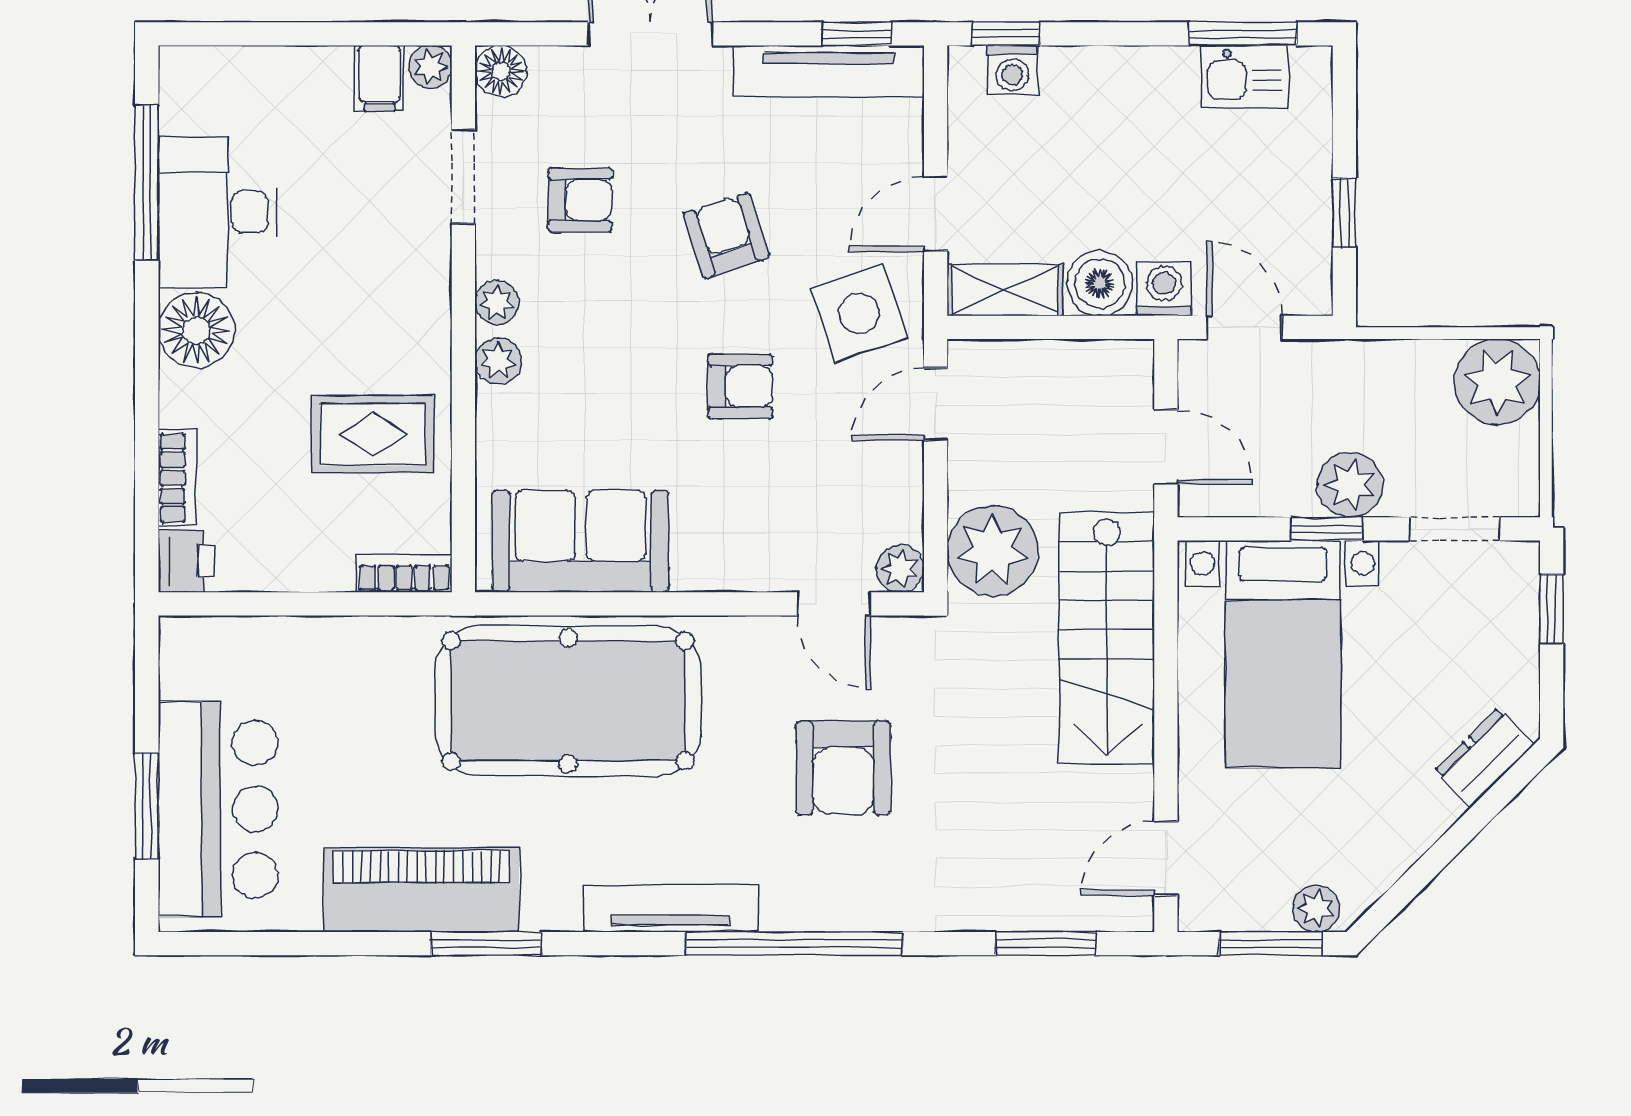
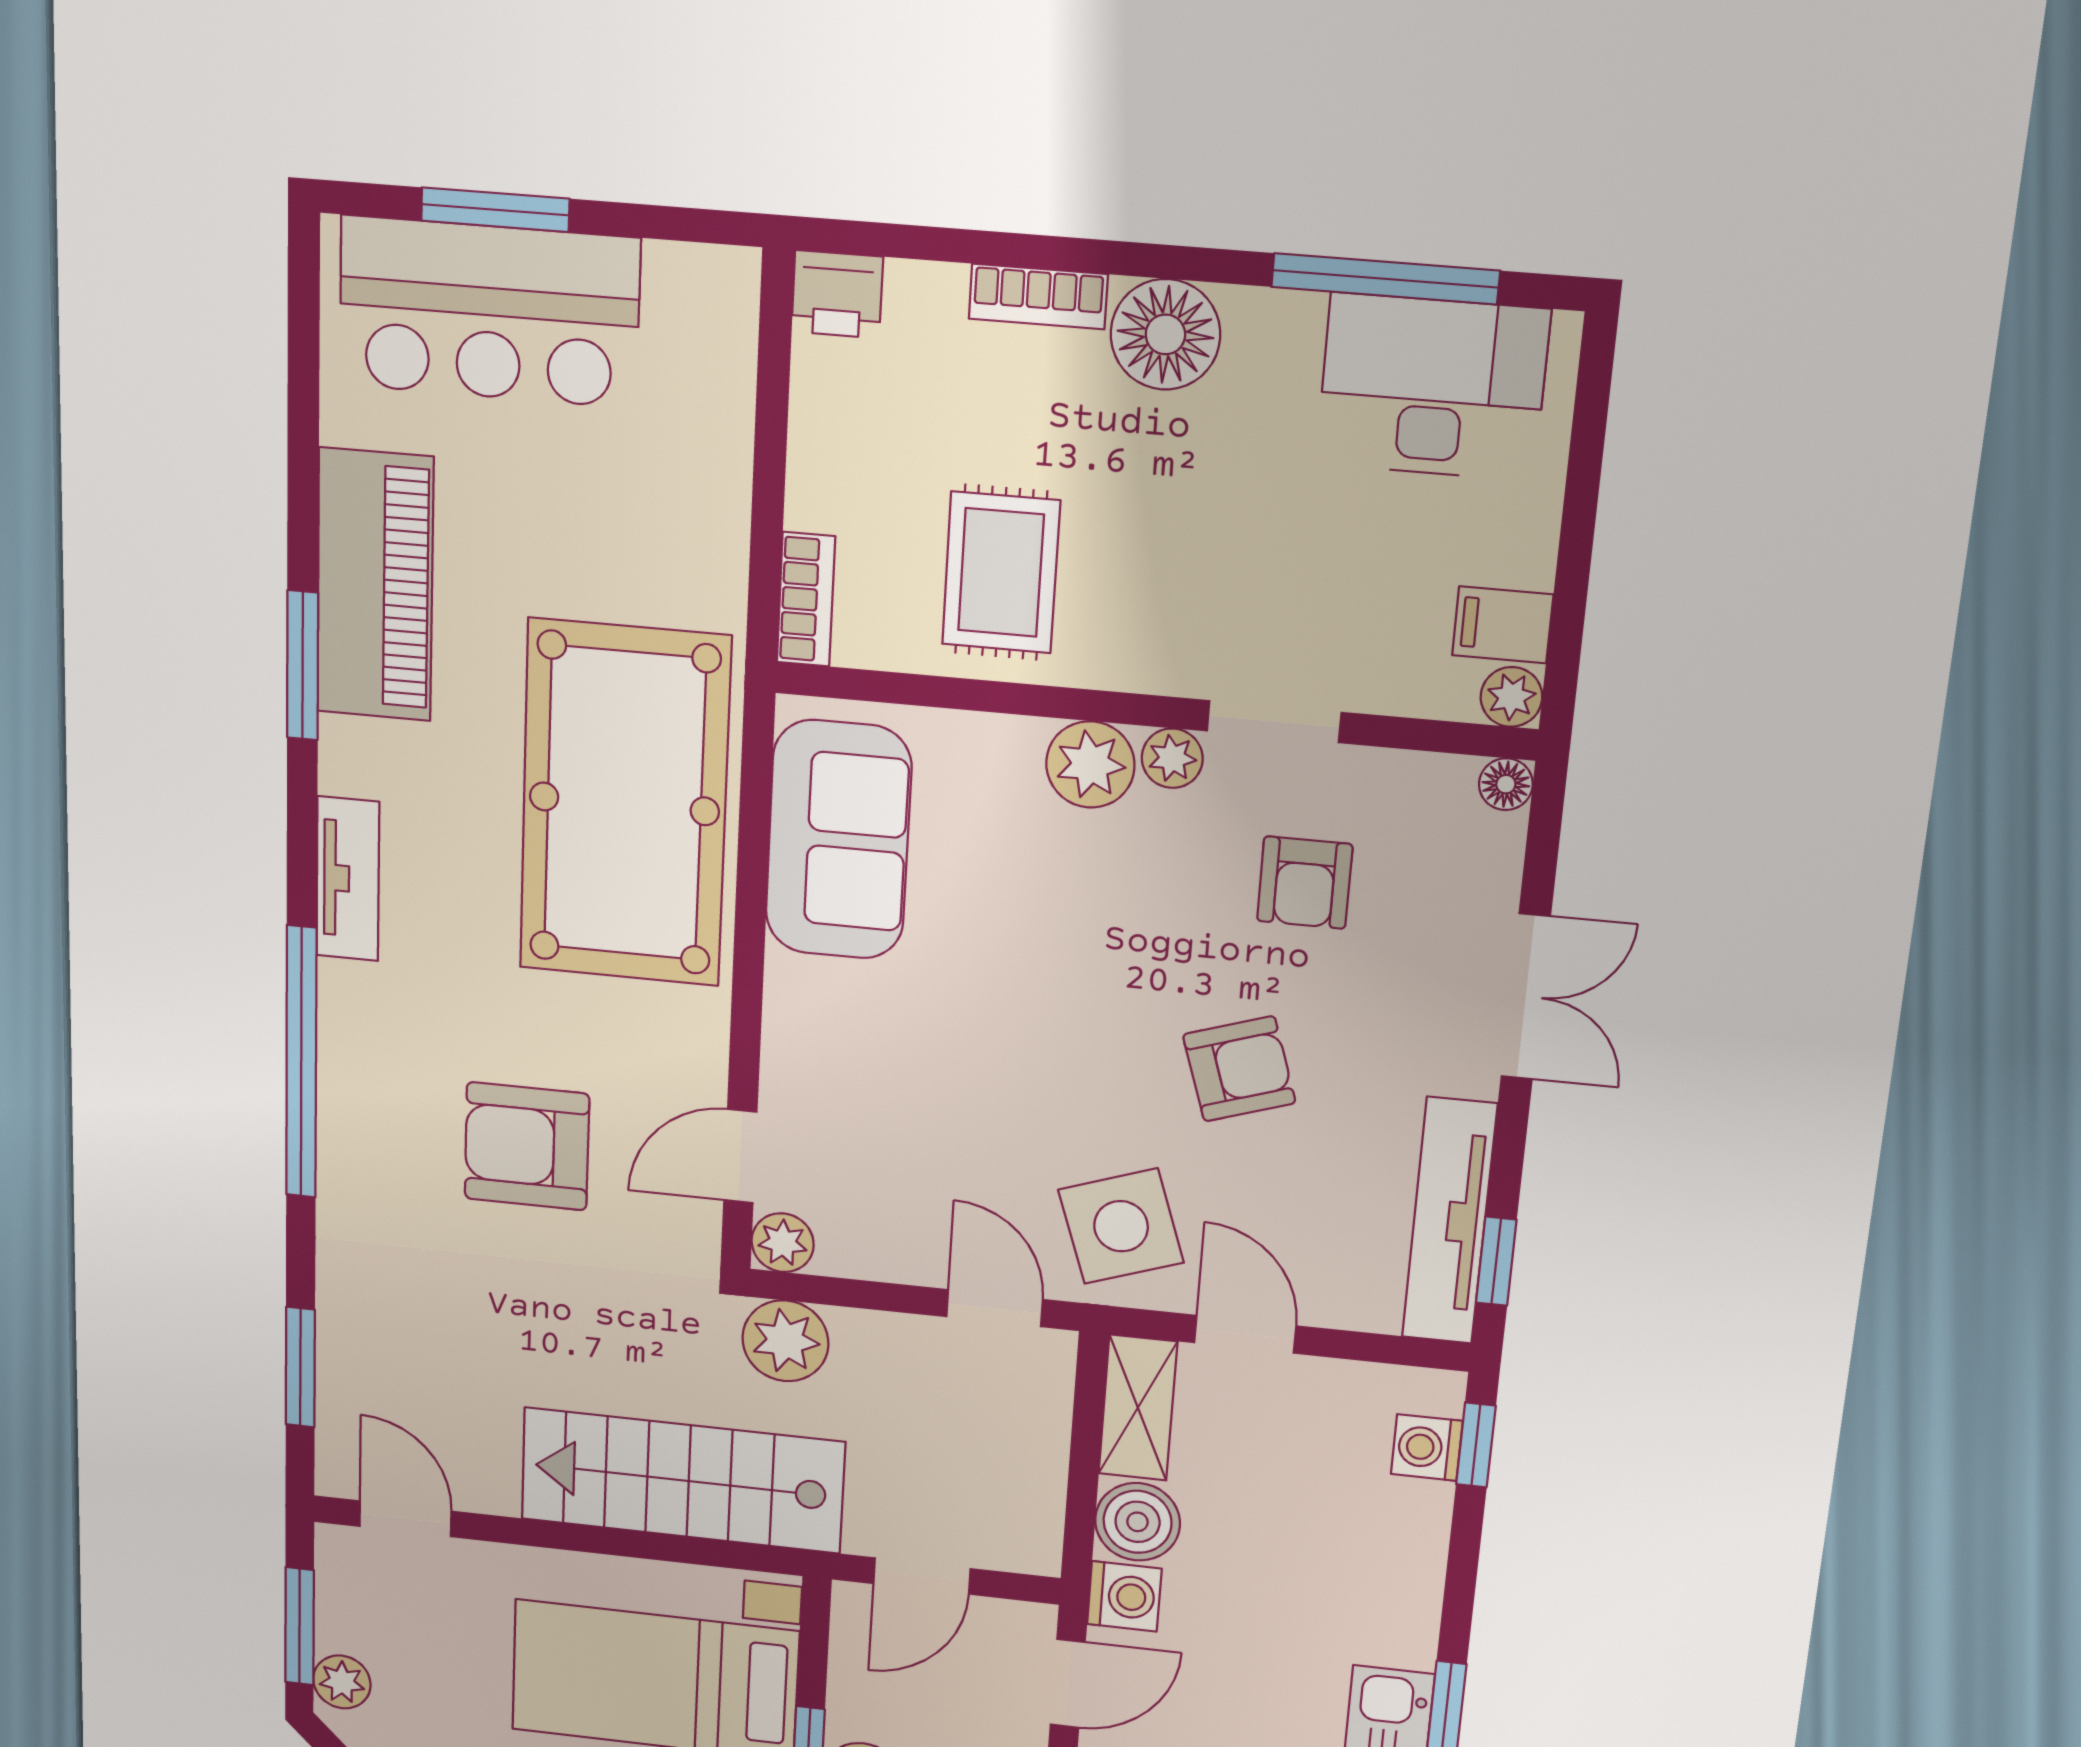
floor lamp: (501, 71) -> (1506, 784), width x0.73, depth x0.73
doorway: (463, 177) -> (1274, 722), moved
desk: (218, 212) -> (1433, 387), moved
plant: (498, 361) -> (1090, 765), width x1.38, depth x1.38
armchair: (740, 386) -> (1035, 1067), removed
bookcase: (177, 478) -> (1038, 297), moved
plant: (992, 551) -> (785, 1341), width x0.73, depth x0.73
tv unit: (671, 908) -> (348, 879), width x0.71

